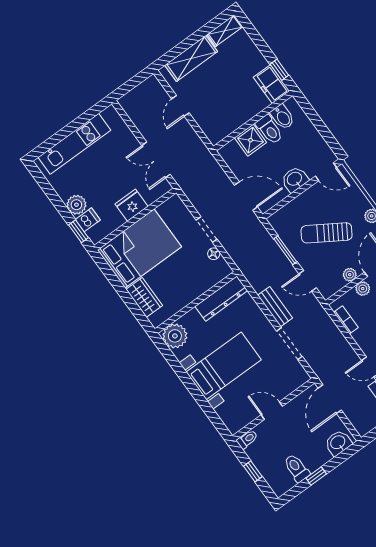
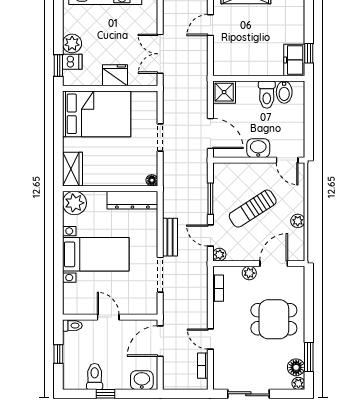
shower: (251, 140) -> (224, 92), moved
sun lounger: (327, 233) -> (253, 209), turned -65
floor lamp: (214, 254) -> (152, 180), moved
plant: (350, 275) -> (219, 255), moved
wardrobe: (144, 297) -> (72, 169), moved

